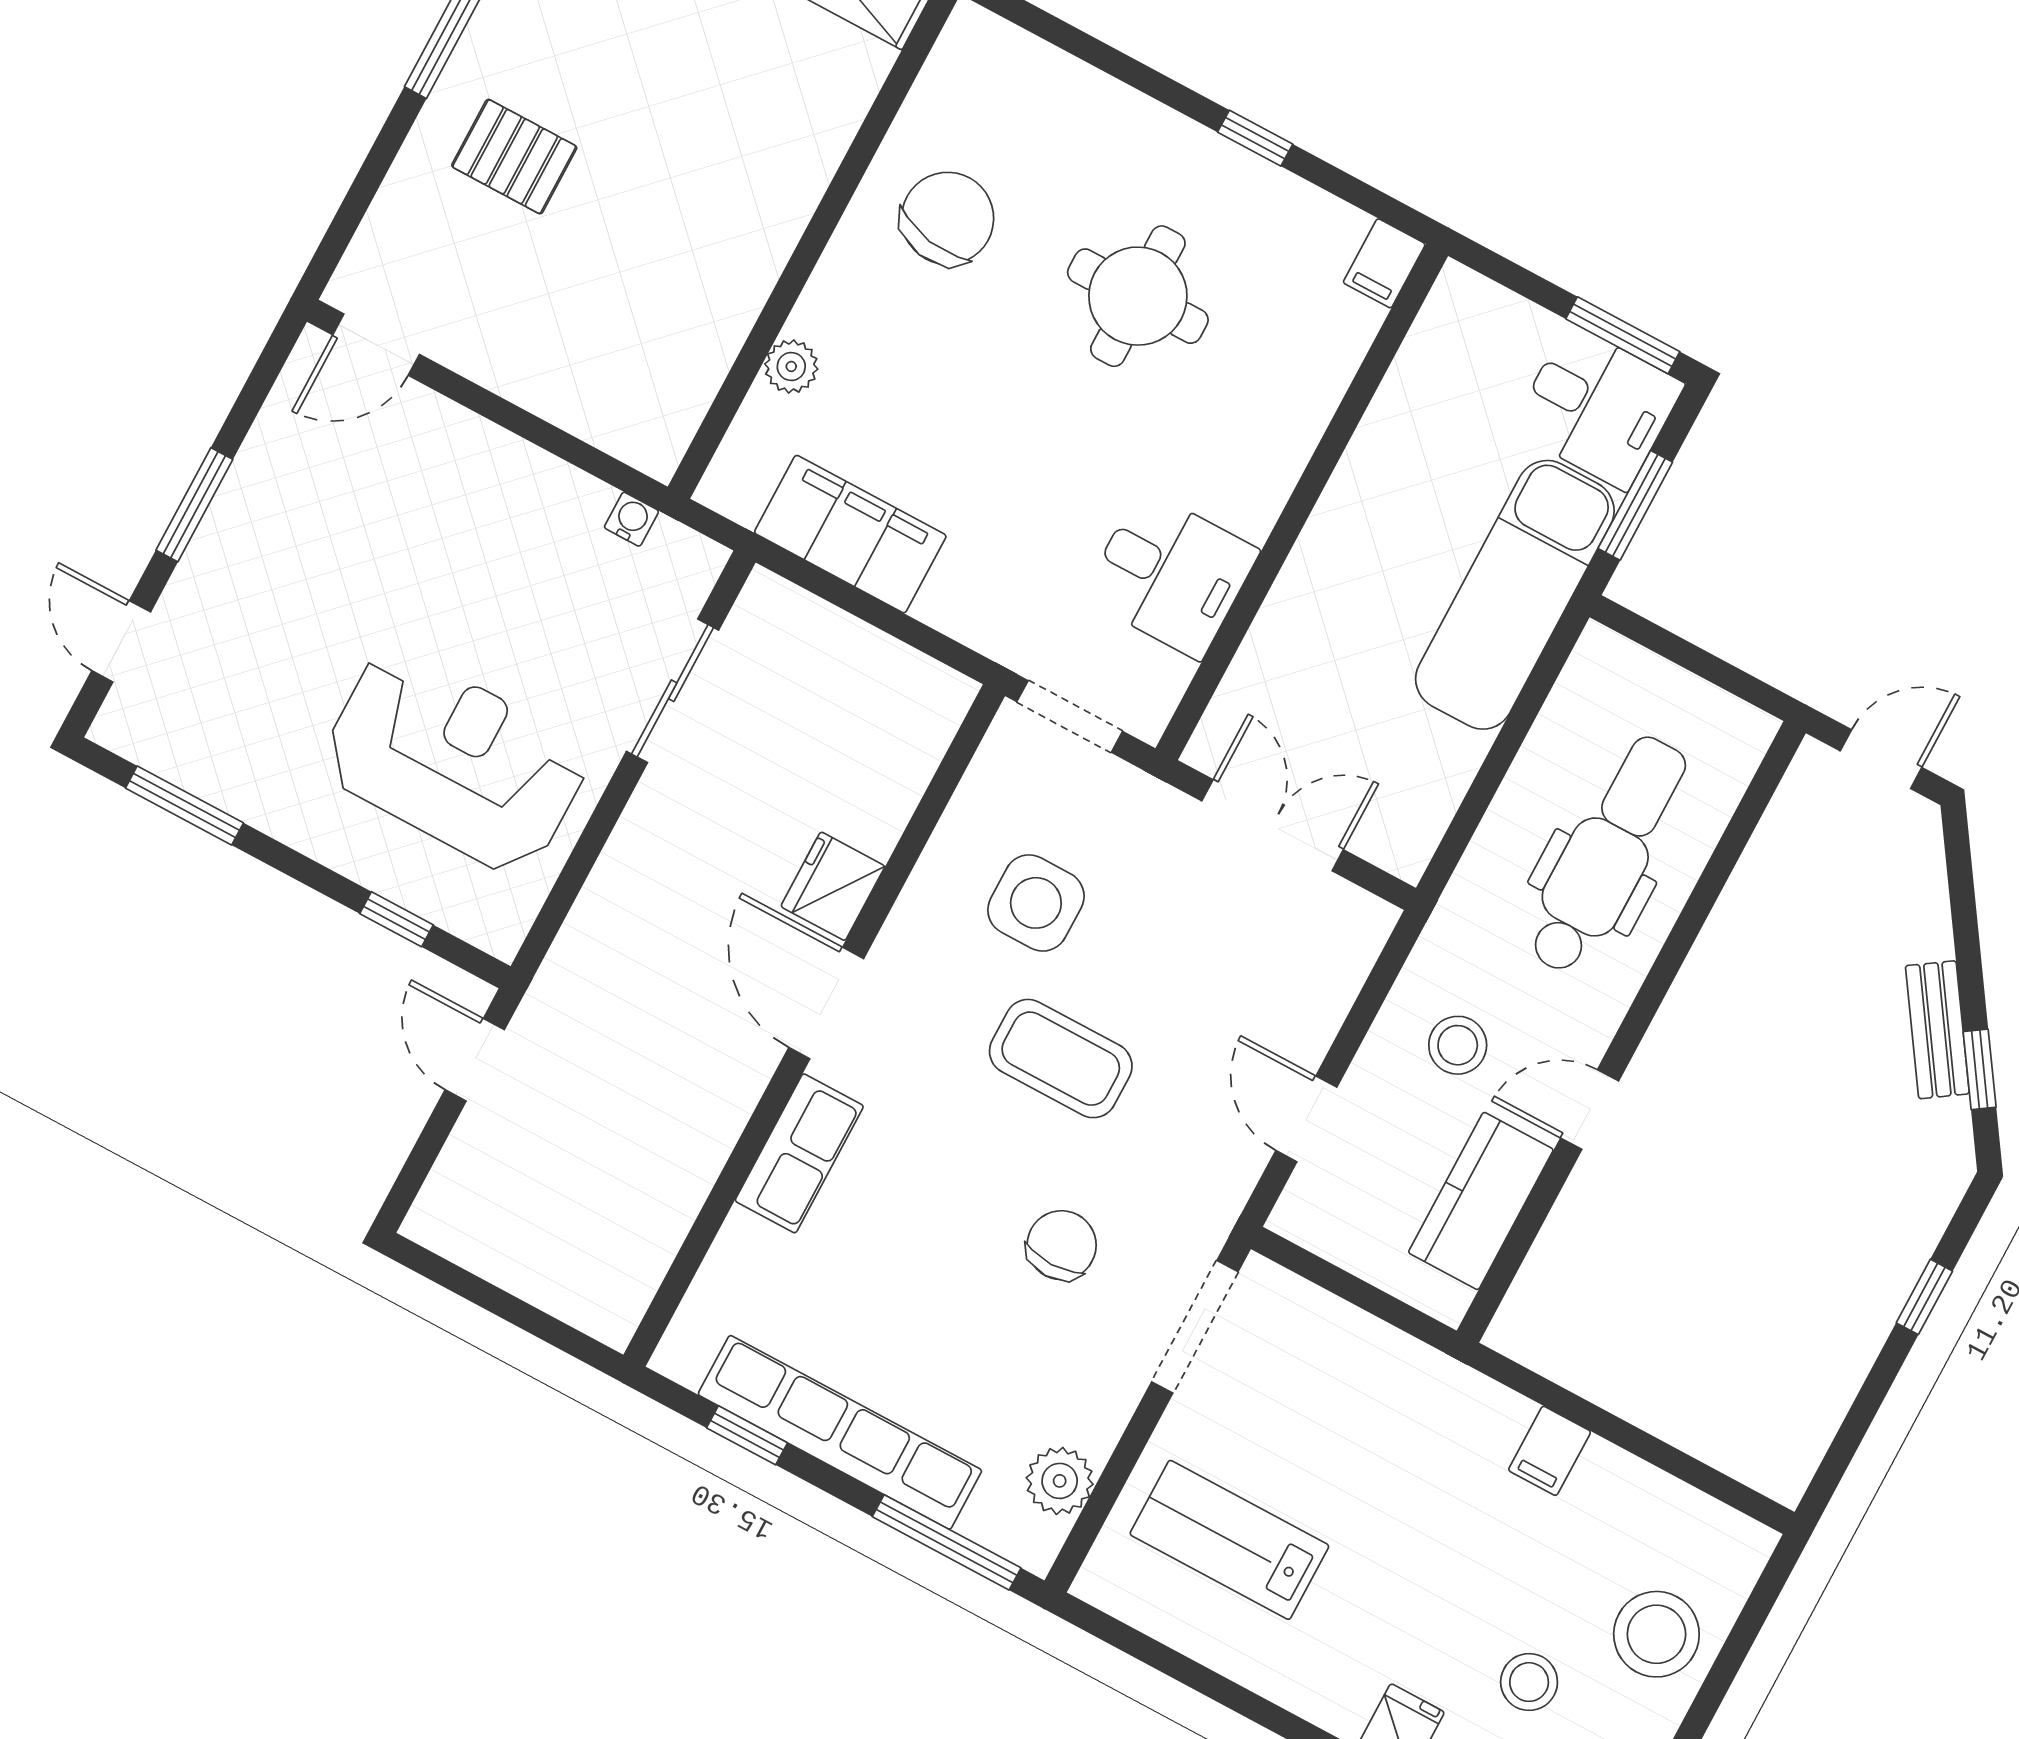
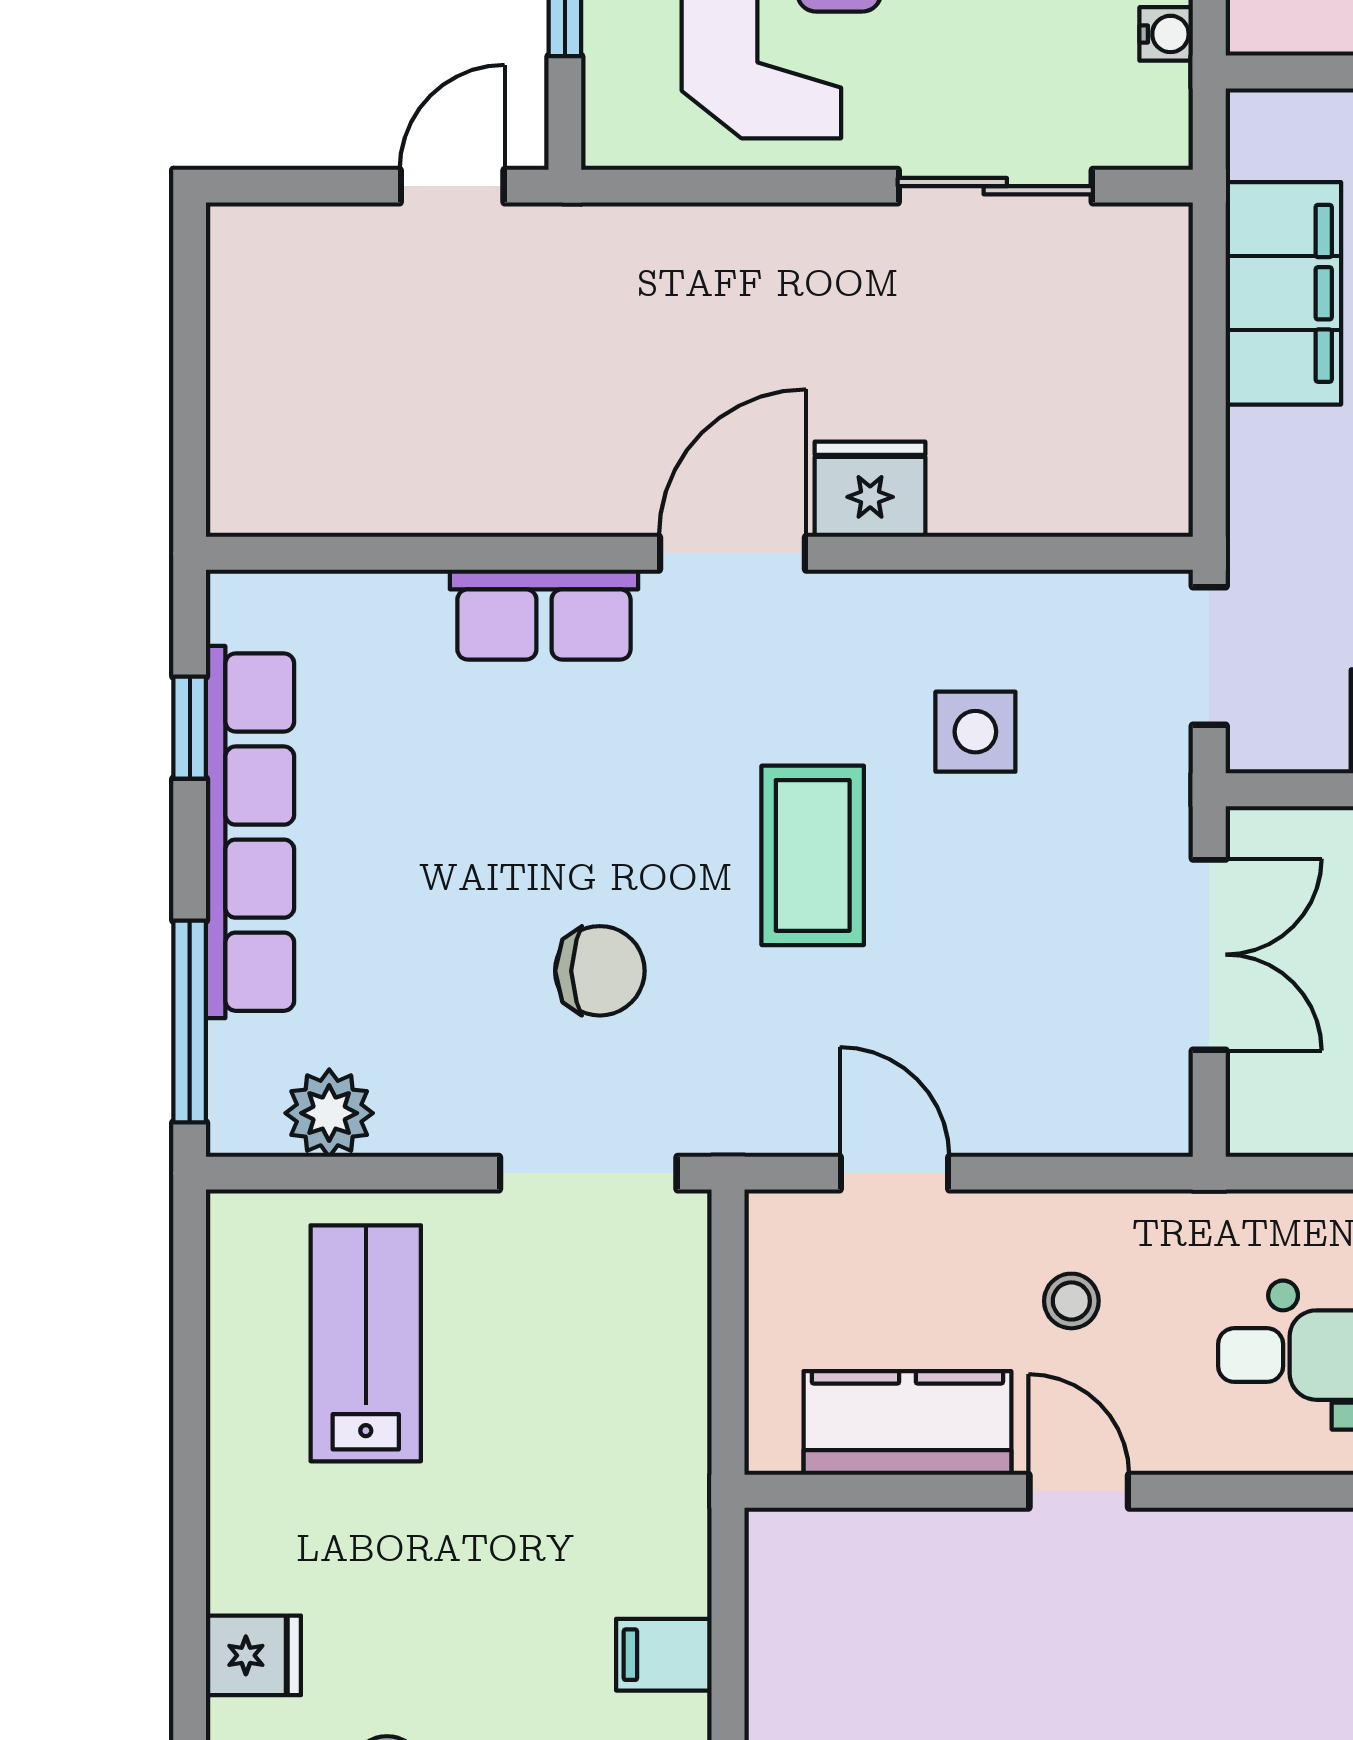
side table: (1036, 903) -> (975, 732), width x0.73, depth x0.73
stool: (1458, 1045) -> (1071, 1301), width x0.73, depth x0.73
door: (1306, 1119) -> (894, 1173), hinge flipped

